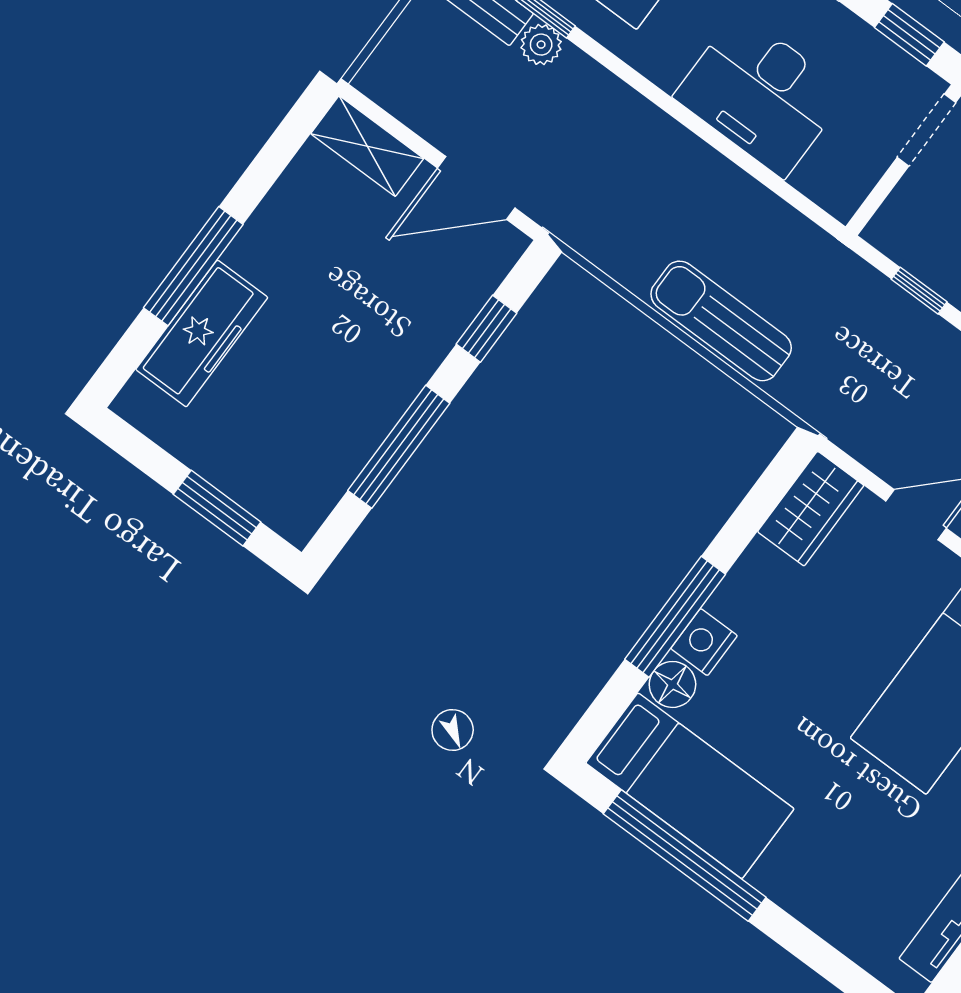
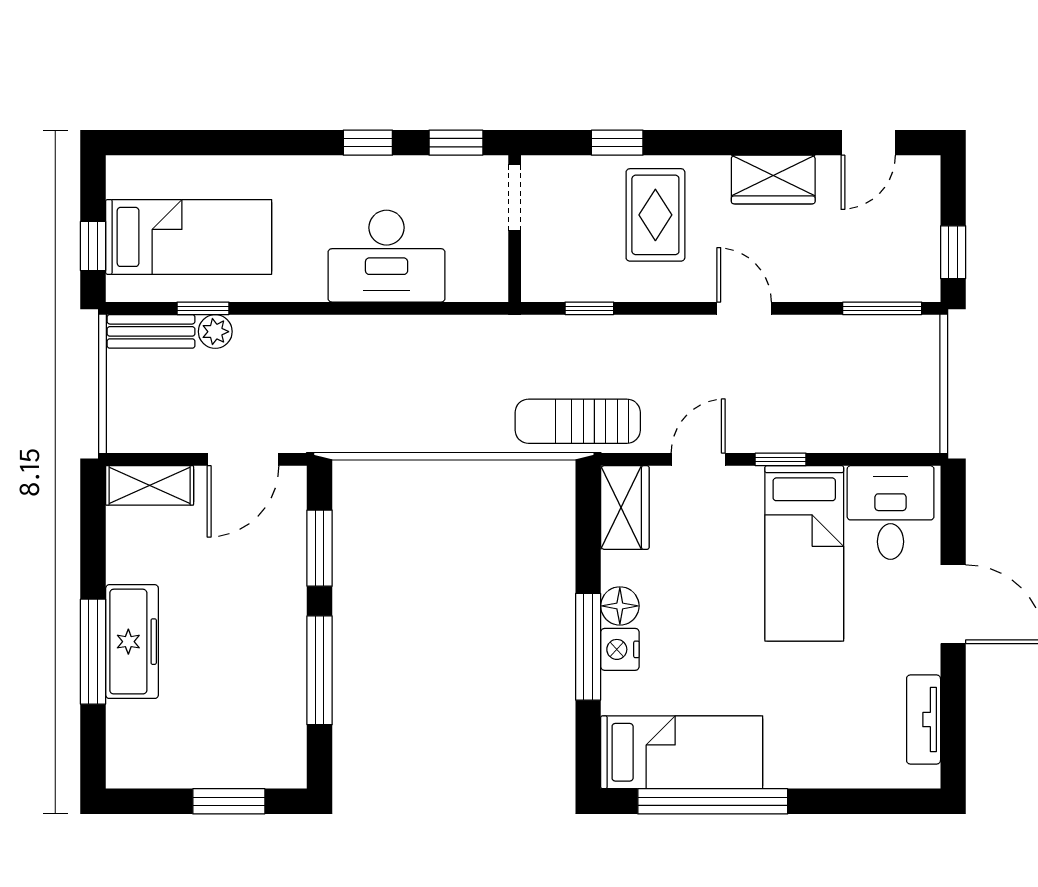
sun lounger: (721, 321) -> (578, 421), moved
window: (486, 329) -> (320, 548), width x1.50
freezer: (202, 333) -> (132, 642), moved
floor lamp: (672, 684) -> (620, 606), moved

